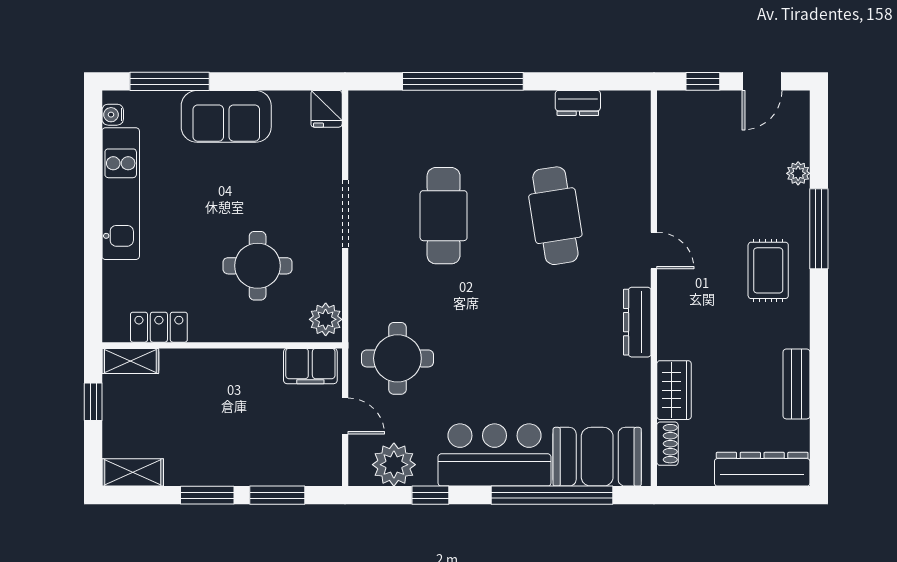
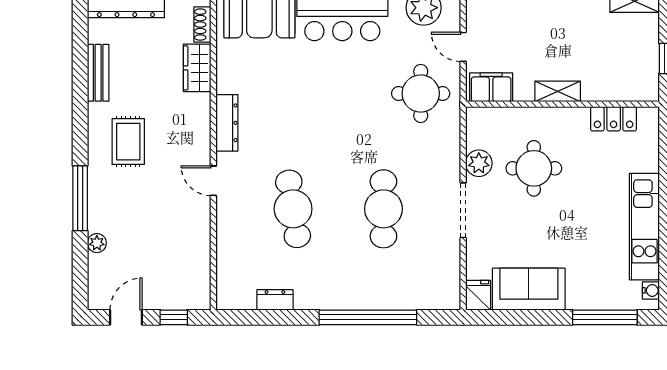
sofa: (226, 116) -> (529, 289), moved
rug: (768, 270) -> (128, 142), moved
plant: (326, 319) -> (479, 163), moved
shelving: (130, 361) -> (558, 91), moved

